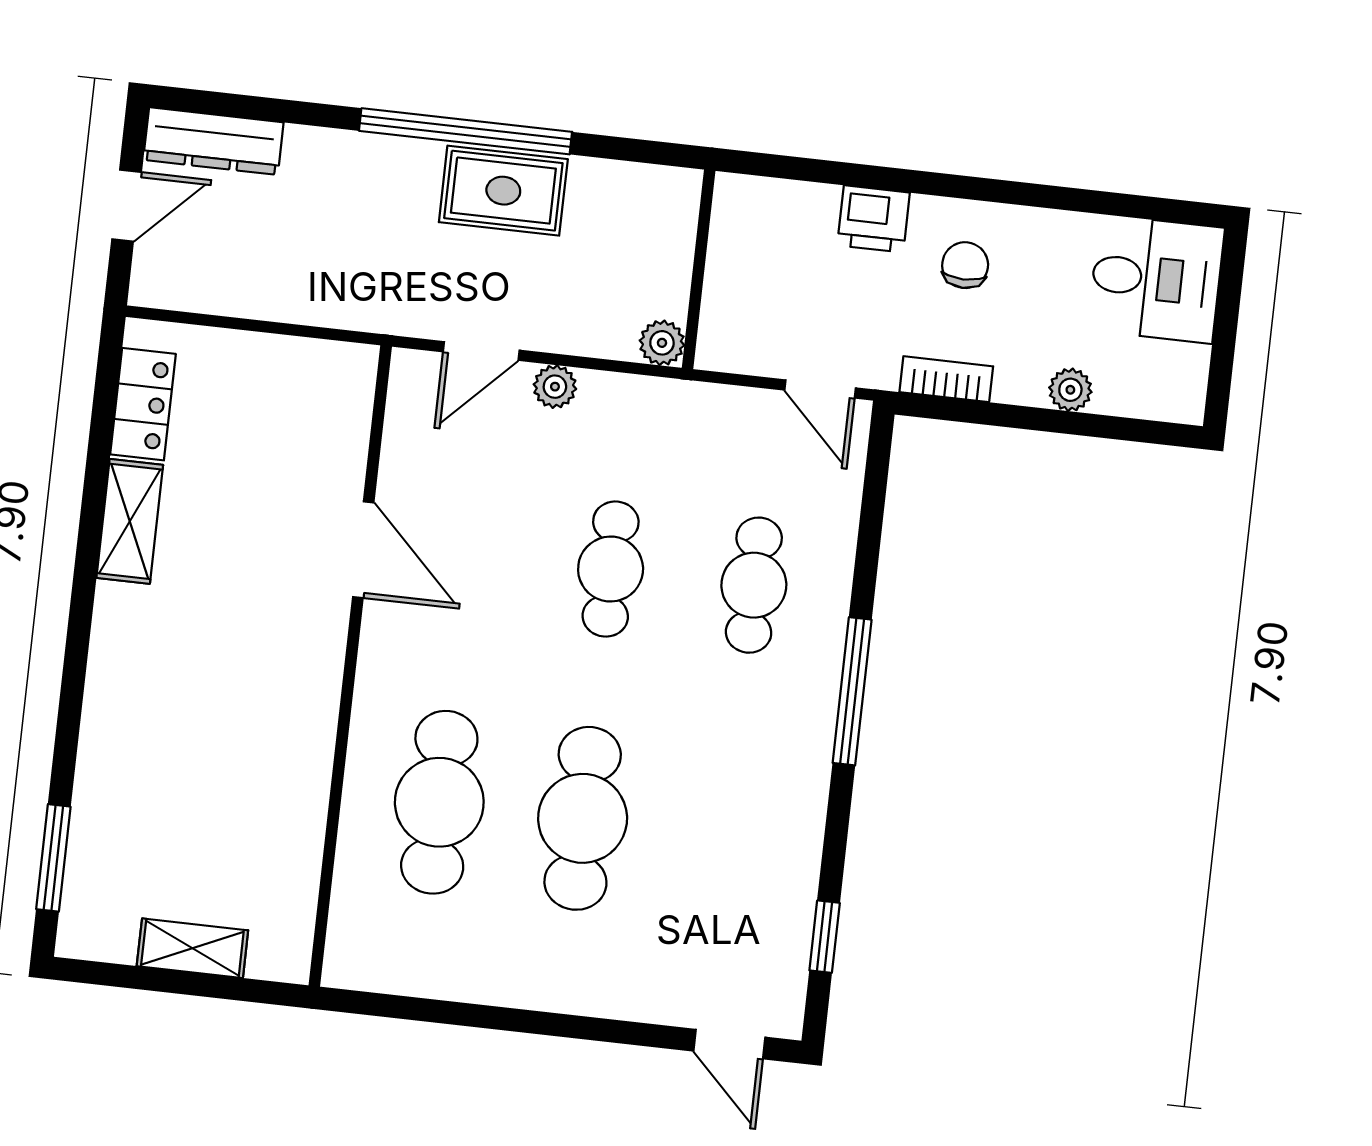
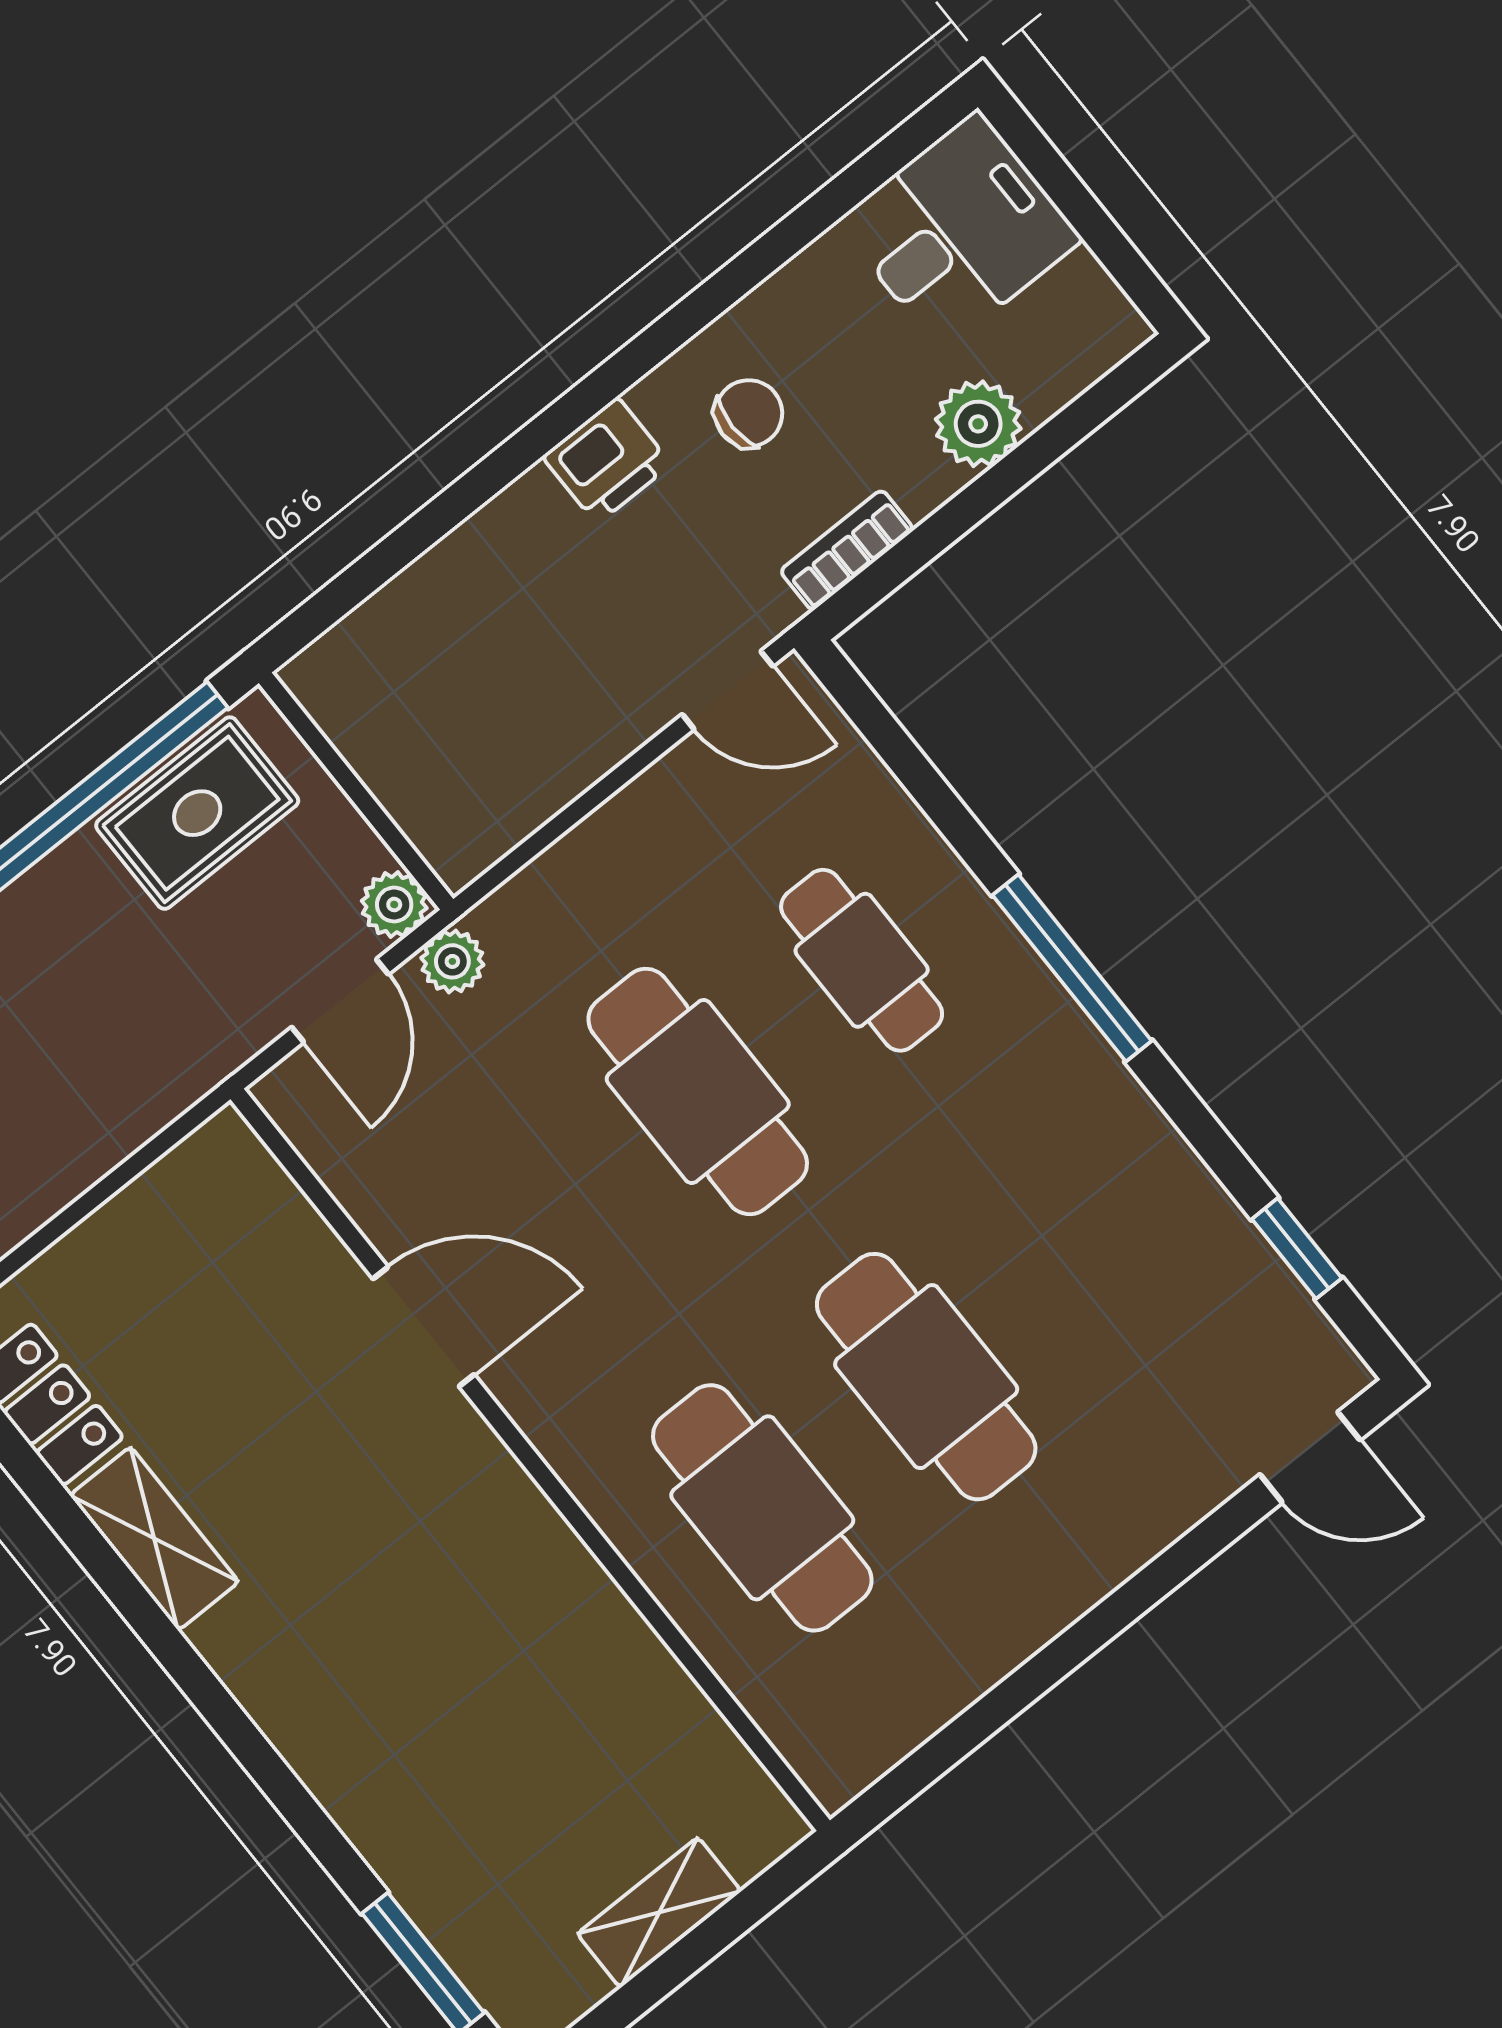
chair: (965, 265) -> (749, 413), turned 90
wall: (699, 269) -> (356, 791), moved
plant: (662, 343) -> (394, 905), moved
plant: (1070, 390) -> (978, 424), width x1.38, depth x1.38
cafe table: (611, 569) -> (698, 1091), width x1.37, depth x1.35

